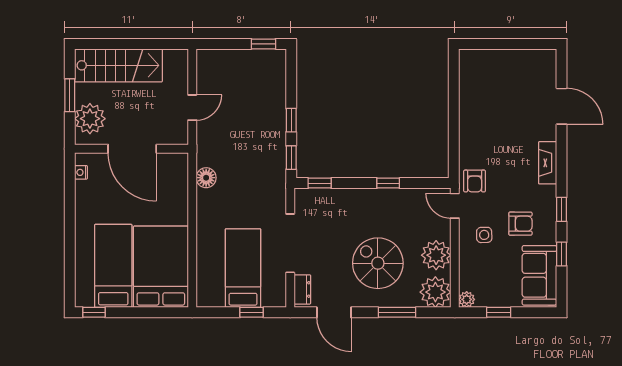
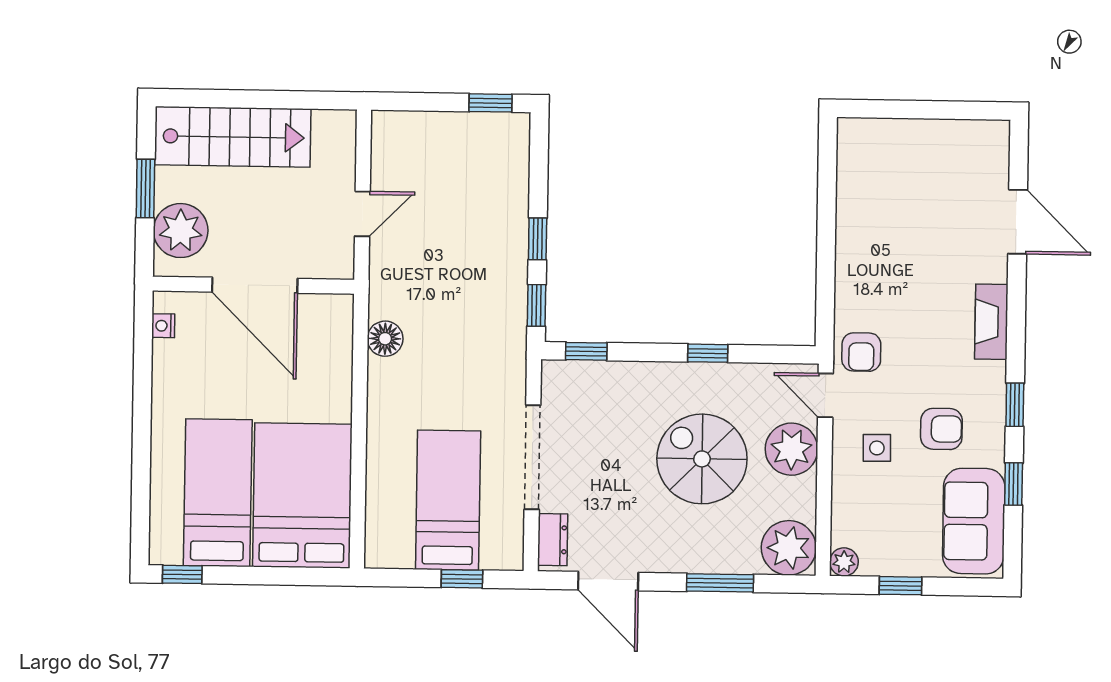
plant: (436, 255) -> (791, 449), moved
spiral stairs: (378, 263) -> (702, 459), moved

